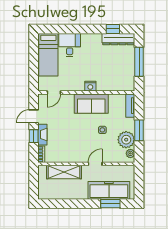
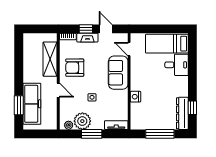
nightstand: (90, 86) -> (136, 97), moved
sofa: (91, 104) -> (118, 73), moved
armchair: (72, 147) -> (75, 68), added

